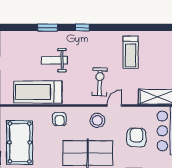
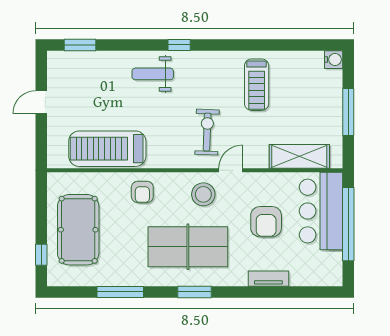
window: (48, 27) -> (80, 45), moved
weight bench: (54, 60) -> (153, 74), moved
armchair: (136, 137) -> (266, 222), turned 180

